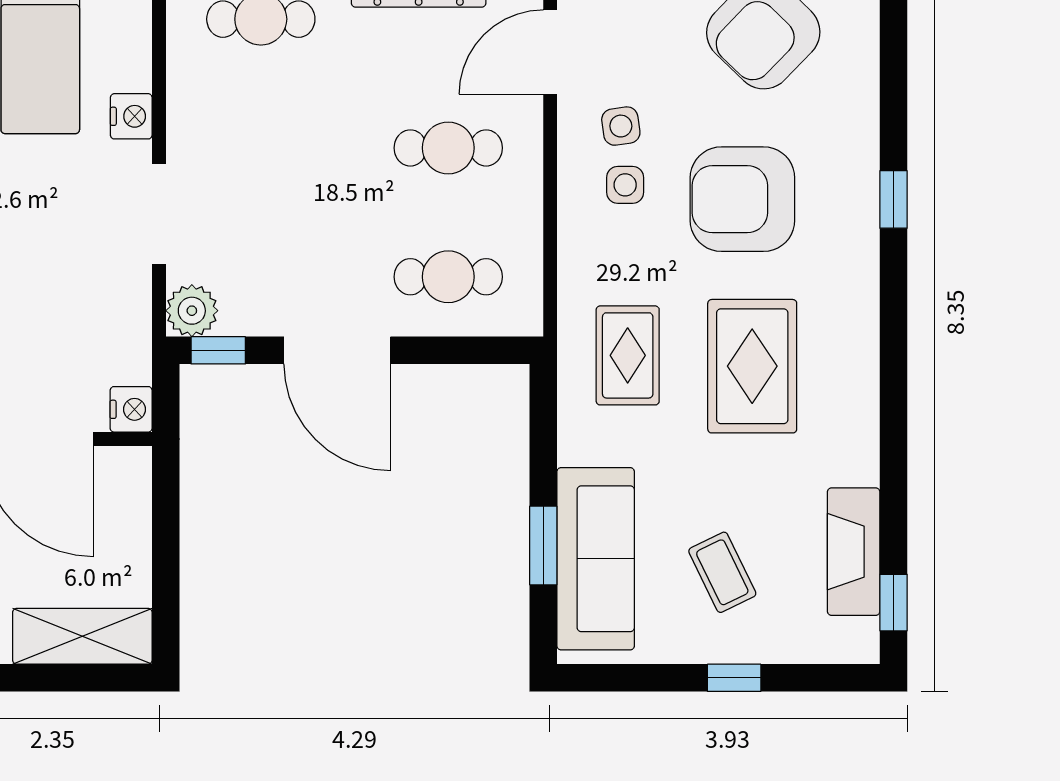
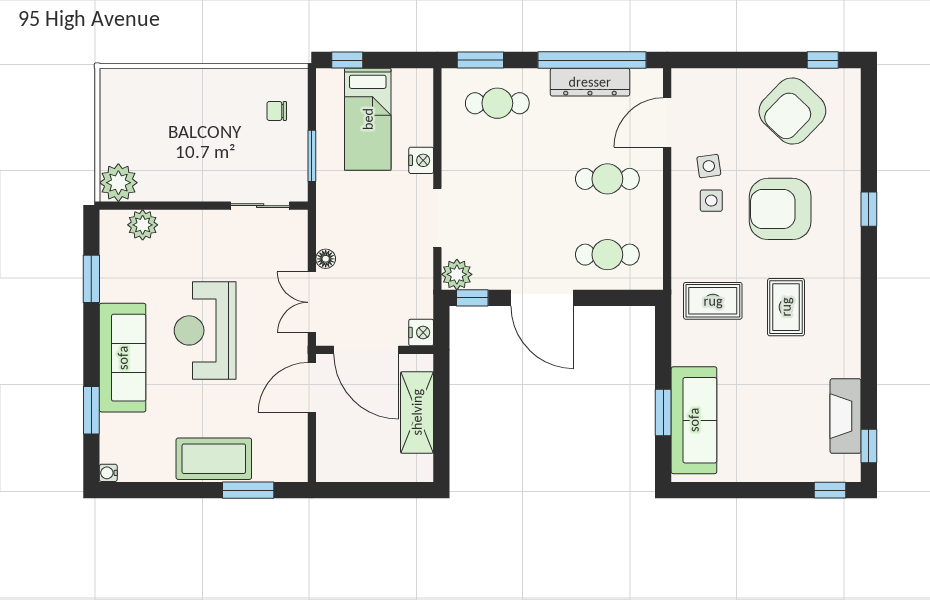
rug: (628, 355) -> (713, 301), turned 90
rug: (752, 366) -> (786, 307), width x0.73, depth x0.70
coffee table: (722, 572) -> (768, 428), removed
shelving: (82, 636) -> (417, 412), moved, turned 90
window: (734, 678) -> (830, 490), moved

